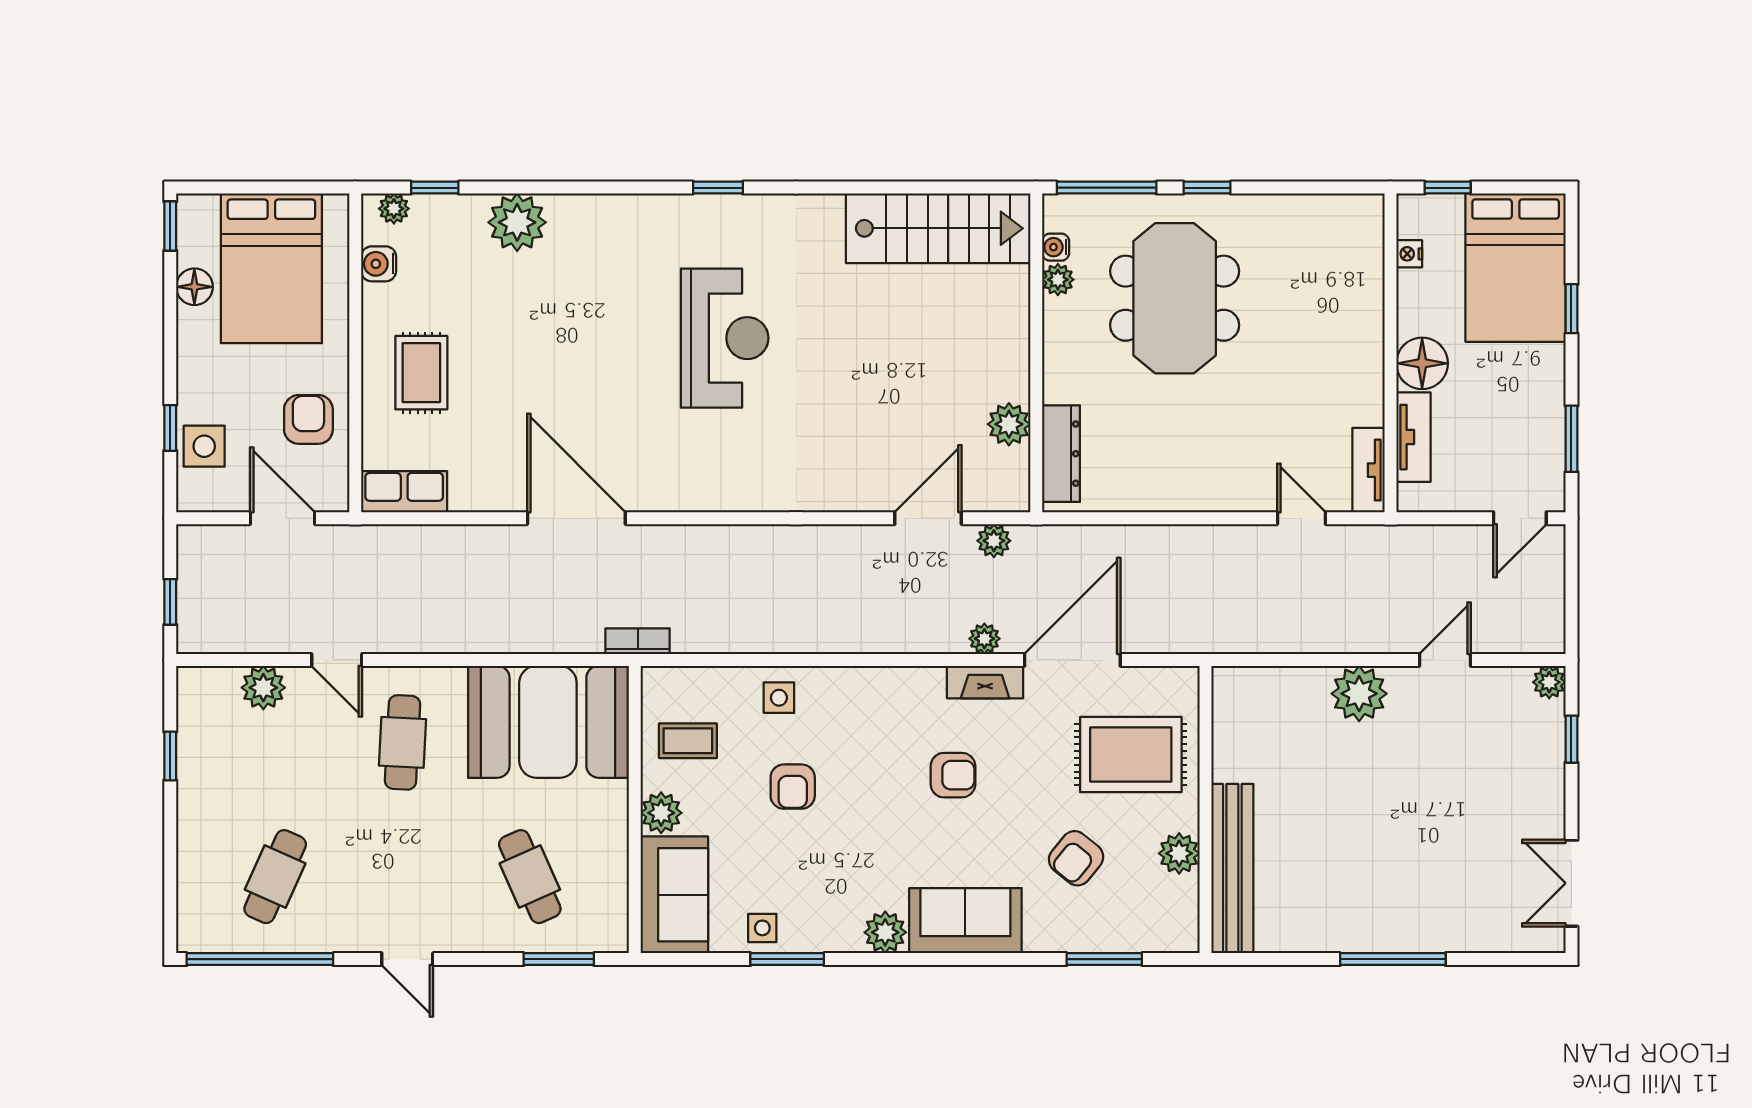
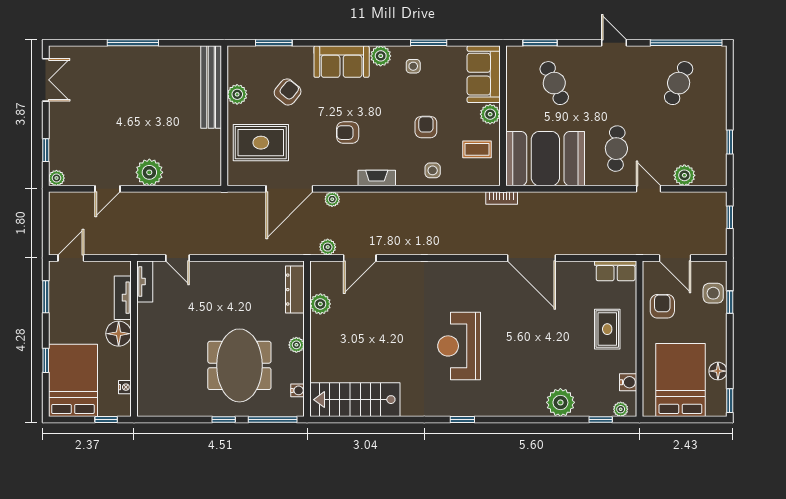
plant: (1058, 280) -> (296, 345), moved
armchair: (308, 419) -> (662, 306), turned 180
fireplace: (985, 682) -> (377, 178), moved
side table: (762, 928) -> (413, 66), moved

